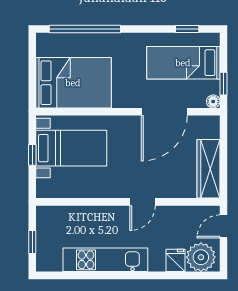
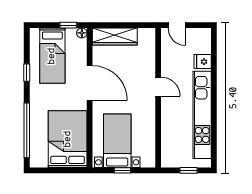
window: (187, 29) -> (27, 73), moved
door: (164, 112) -> (90, 83), moved
wardrobe: (208, 169) -> (115, 37), moved
plant: (201, 257) -> (200, 42), removed
kitchen unit: (105, 260) -> (202, 115), width x1.36

